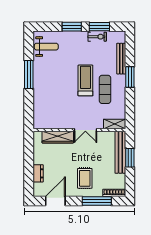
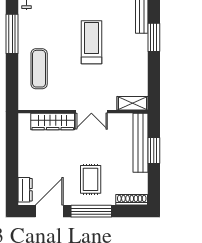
exercise mat: (105, 89) -> (39, 69), moved
dresser: (38, 173) -> (25, 190), moved
window: (97, 201) -> (91, 211), moved

